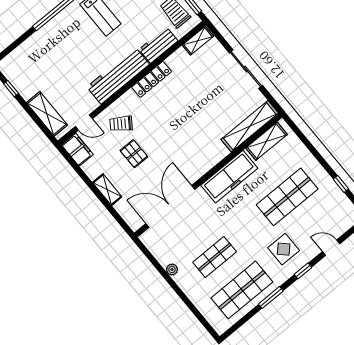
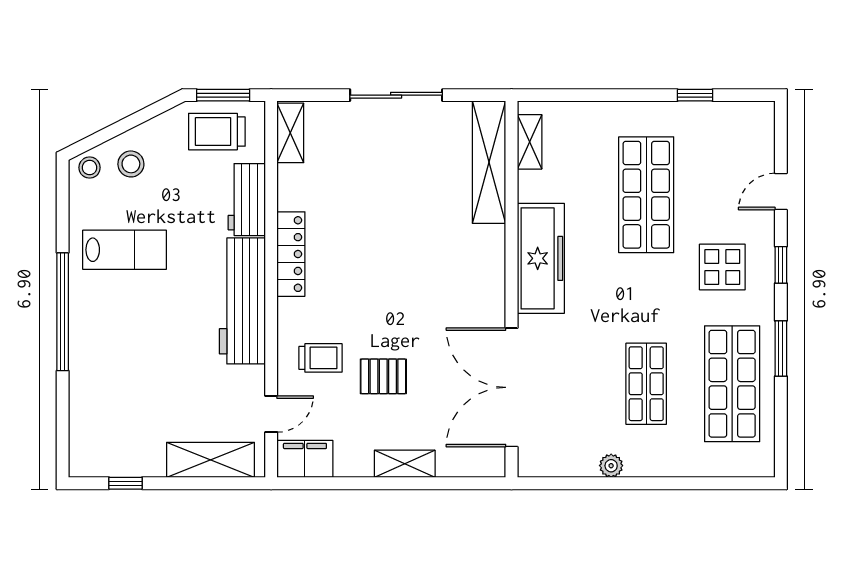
trolley: (121, 124) -> (320, 358), turned -125
shelving: (266, 141) -> (530, 142), width x0.67, depth x0.75

